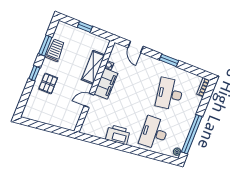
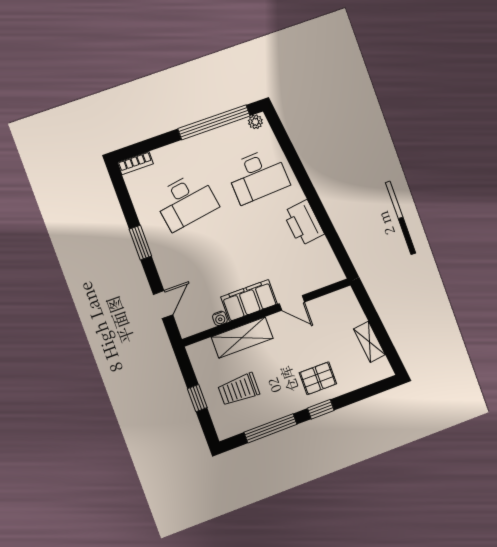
window: (45, 46) -> (270, 428), width x1.44
trolley: (55, 50) -> (239, 389), moved
shelving: (44, 118) -> (369, 342), added

